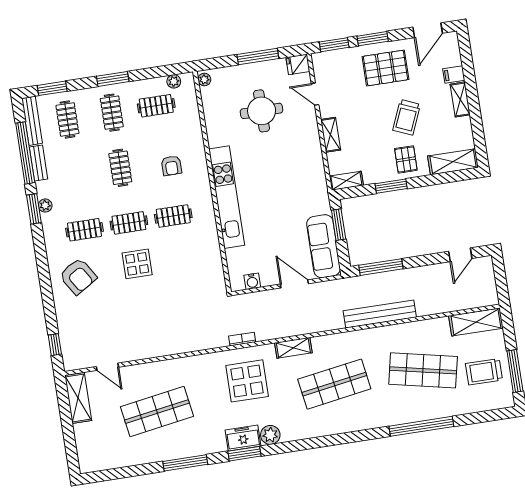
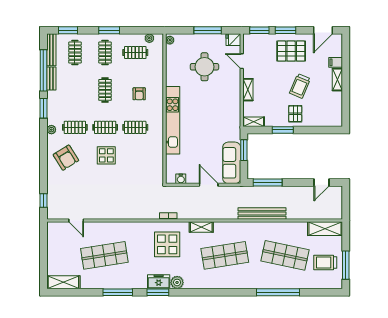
shelving: (453, 162) -> (326, 120), removed
plant: (45, 206) -> (51, 130), moved
shelving: (78, 398) -> (63, 282), moved, turned 90

